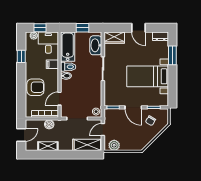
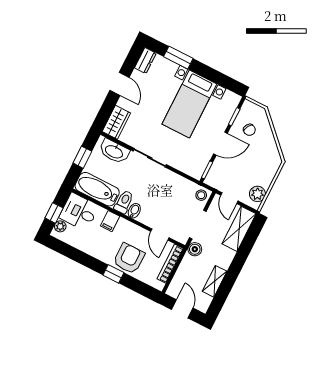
door: (138, 28) -> (120, 84), hinge flipped
window: (21, 56) -> (113, 274), moved
boiler: (49, 124) -> (195, 249), moved

